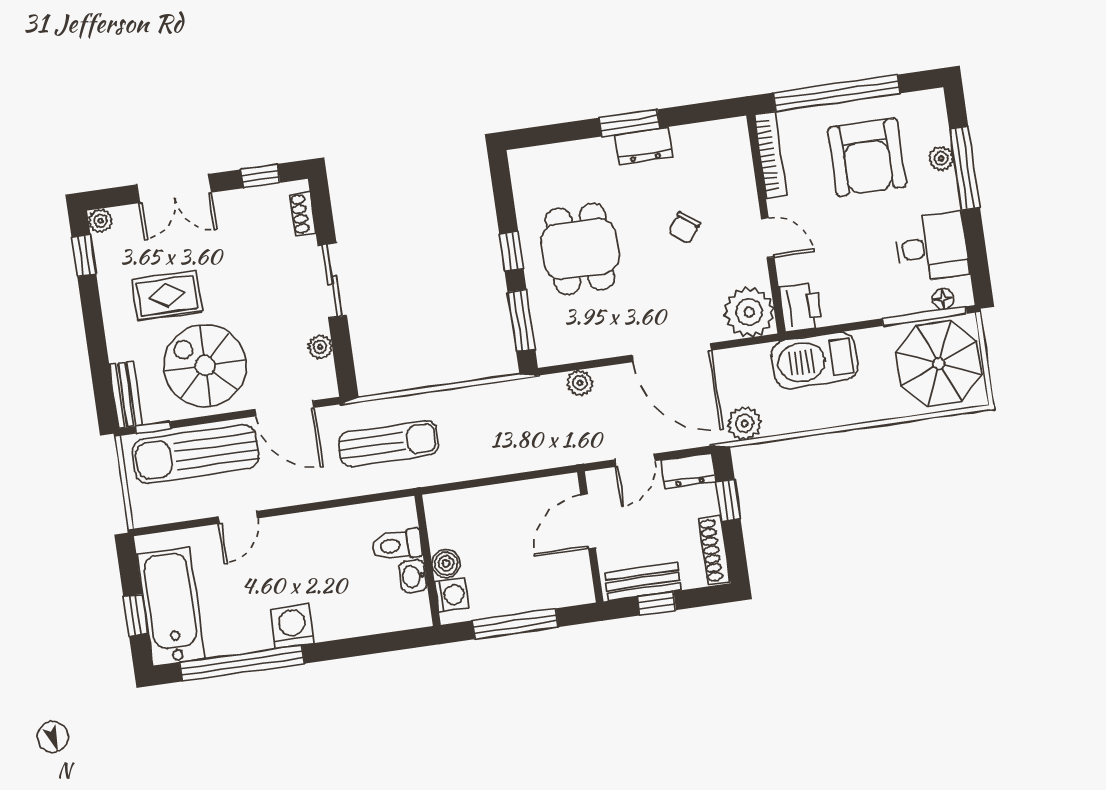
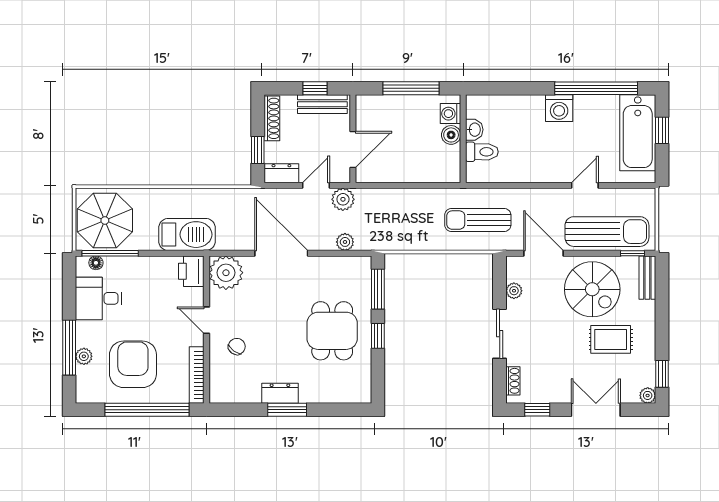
chair: (684, 228) -> (237, 346), moved
plant: (745, 423) -> (343, 199), moved

